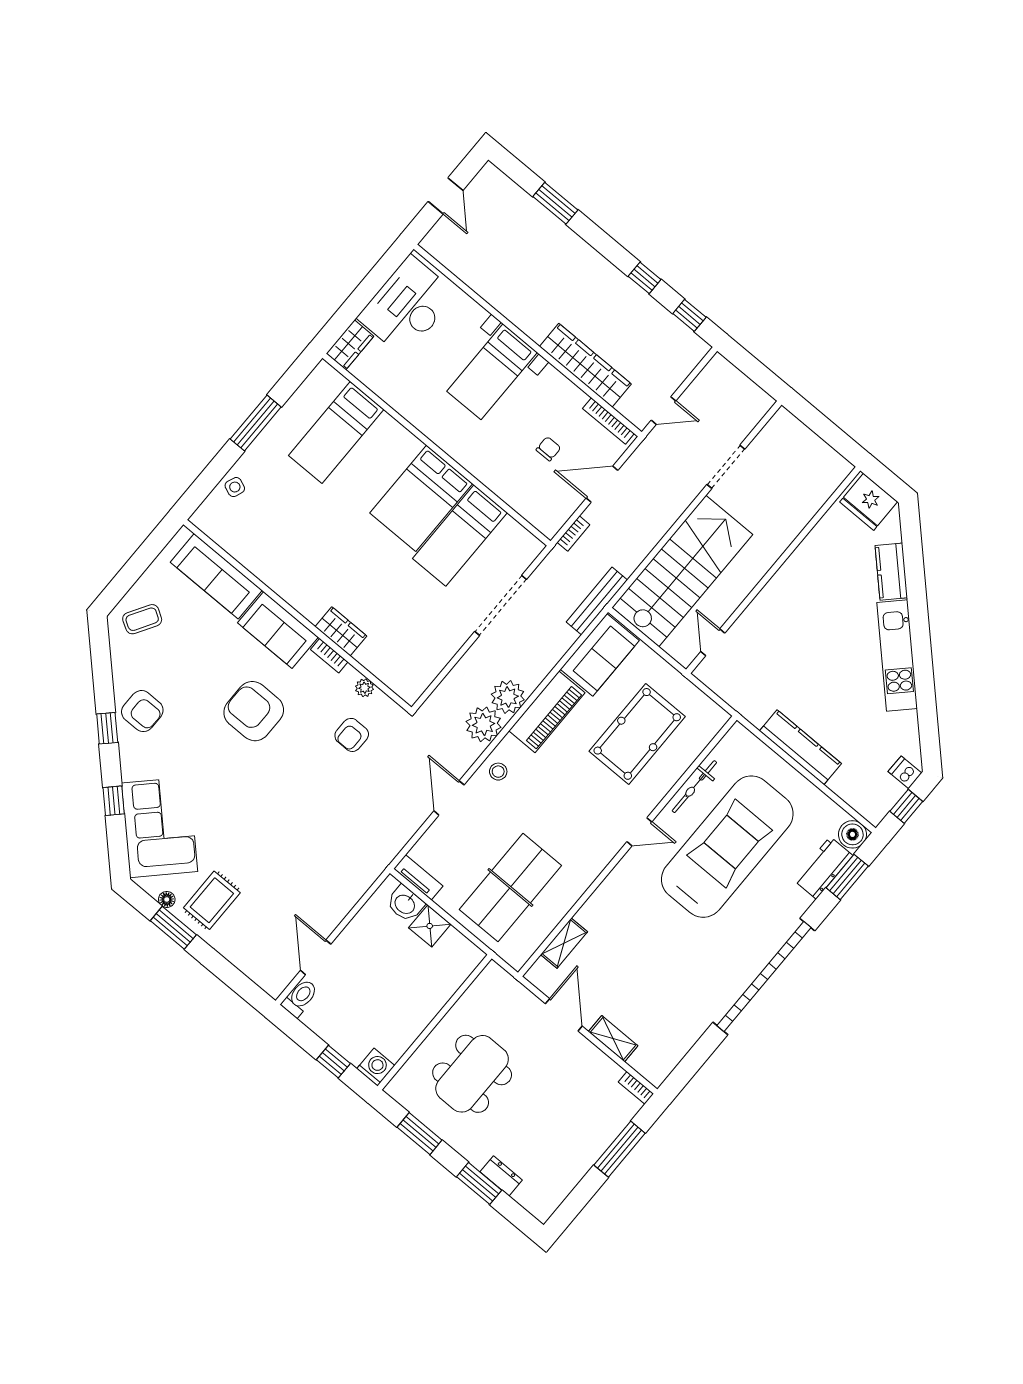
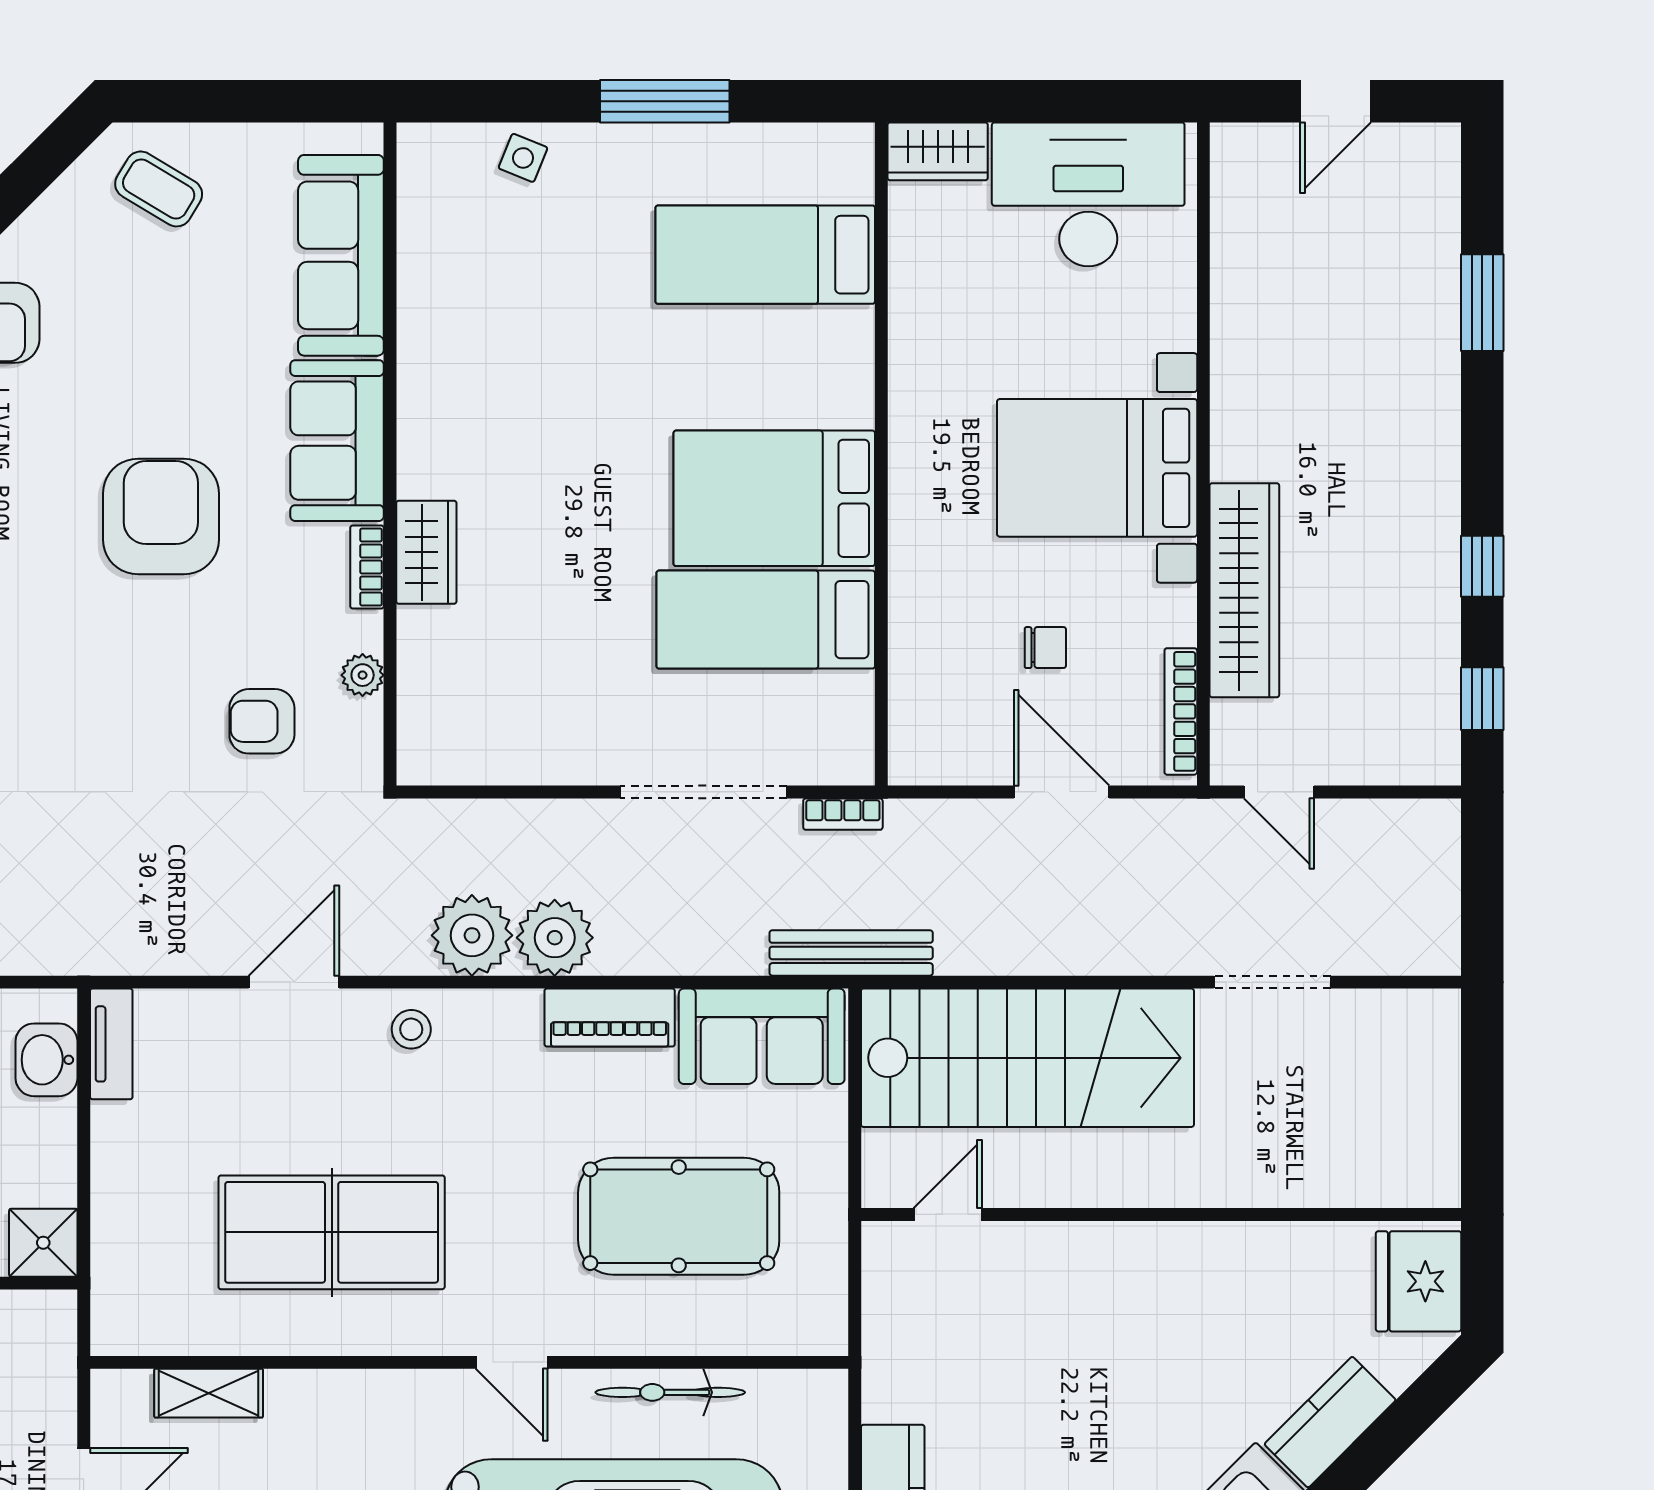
bed with nightstands: (492, 372) -> (1097, 468), width x1.36
bookcase: (573, 534) -> (843, 814), moved
piano: (547, 712) -> (610, 1018), width x0.73, depth x0.75
table tennis table: (510, 887) -> (332, 1232), moved
shower: (430, 926) -> (43, 1243), moved

